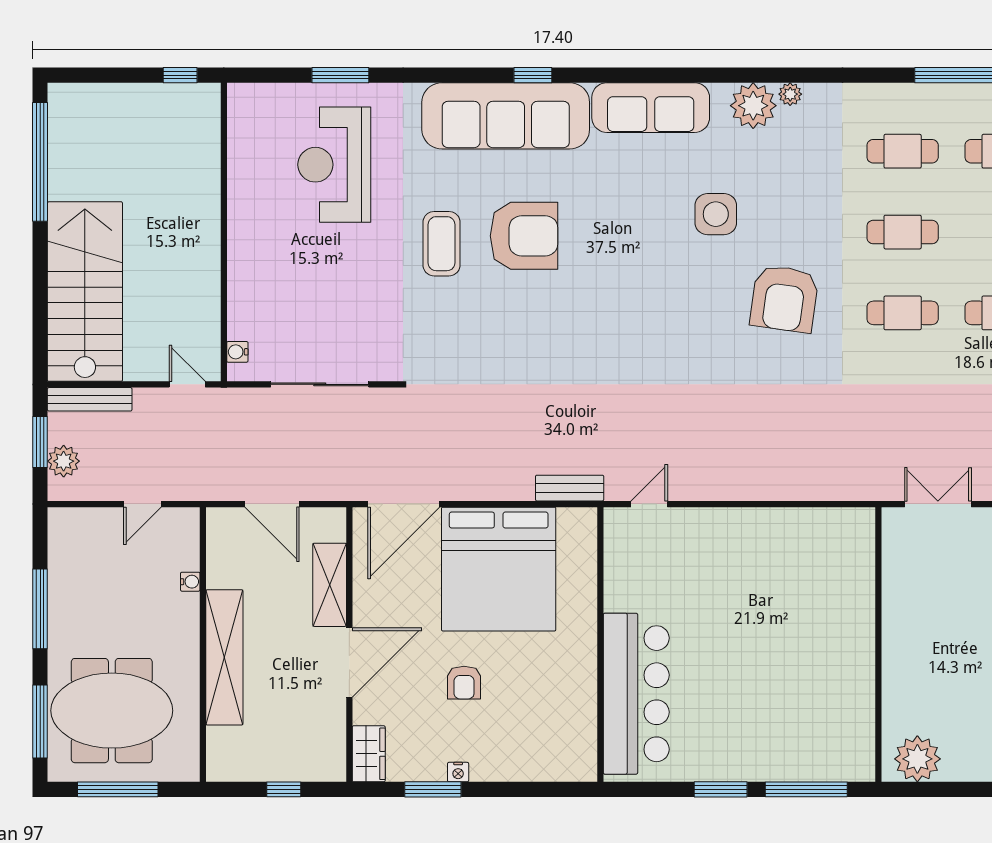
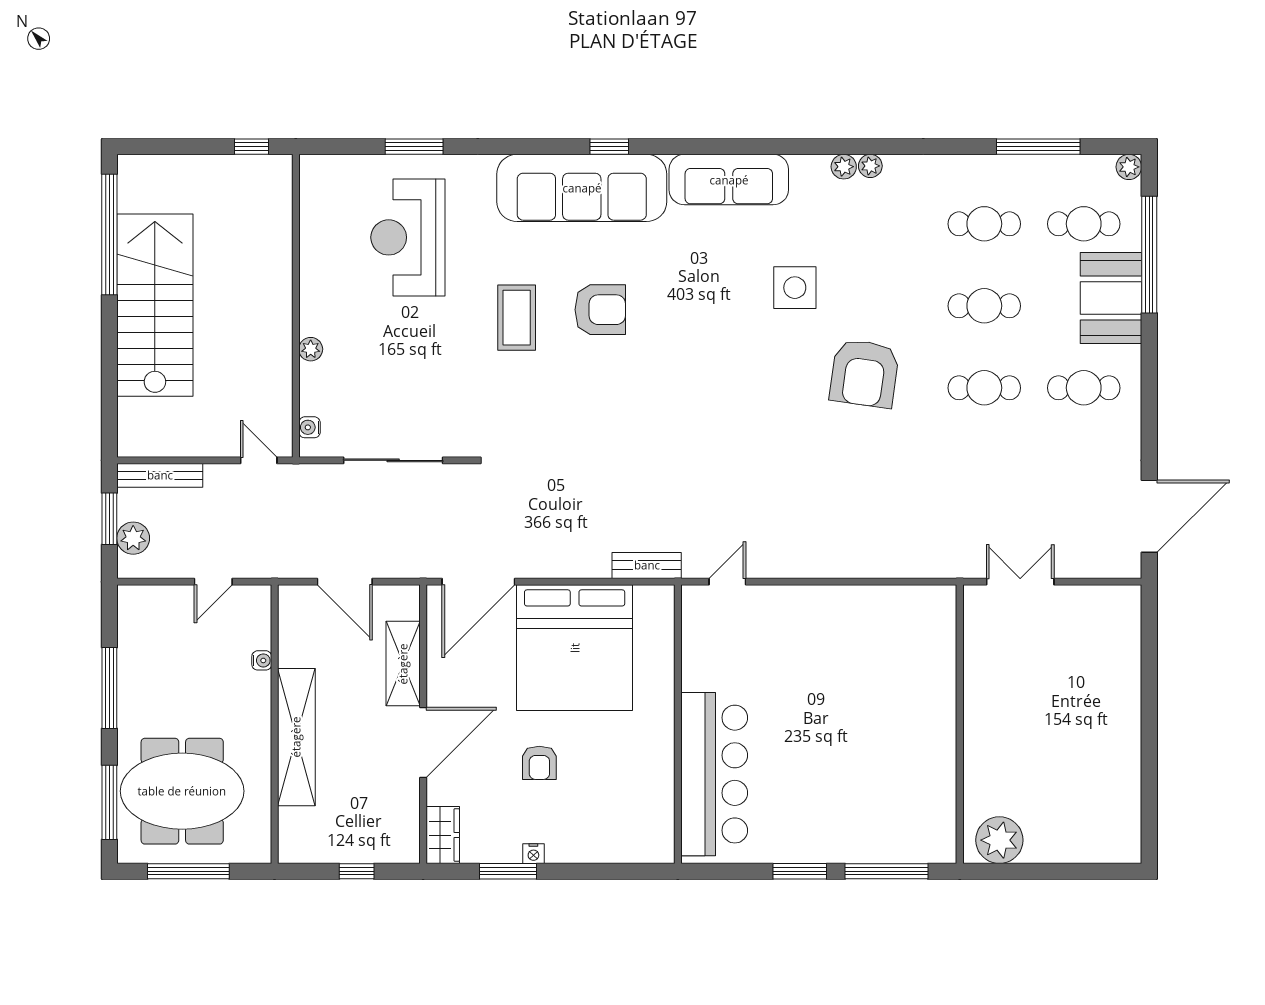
plant: (753, 106) -> (844, 167), width x0.53, depth x0.53
armchair: (524, 236) -> (600, 310), width x0.73, depth x0.73
plant: (238, 275) -> (311, 349), added
stairs: (85, 292) -> (155, 305), moved

